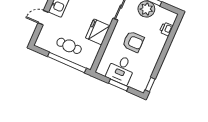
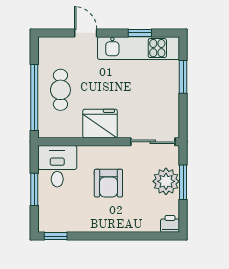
printer: (166, 29) -> (170, 224), moved
desk: (121, 70) -> (57, 166), moved, turned 90

